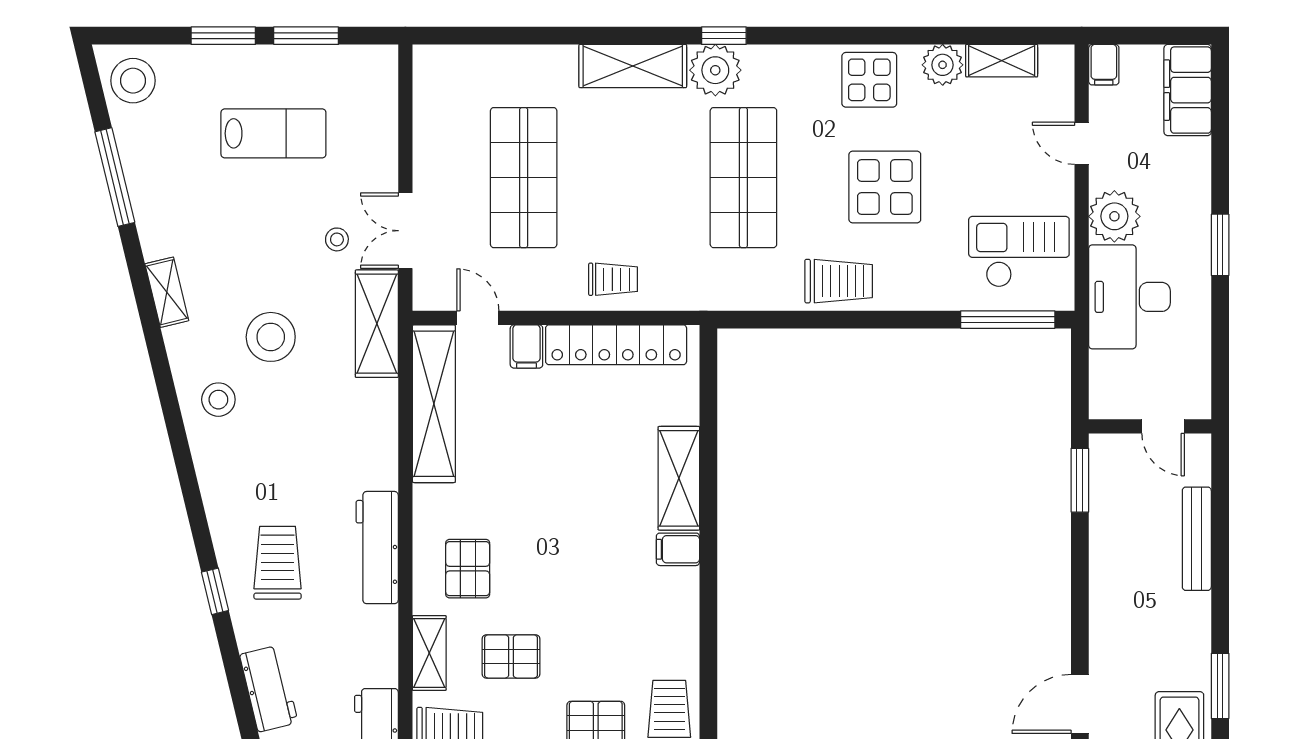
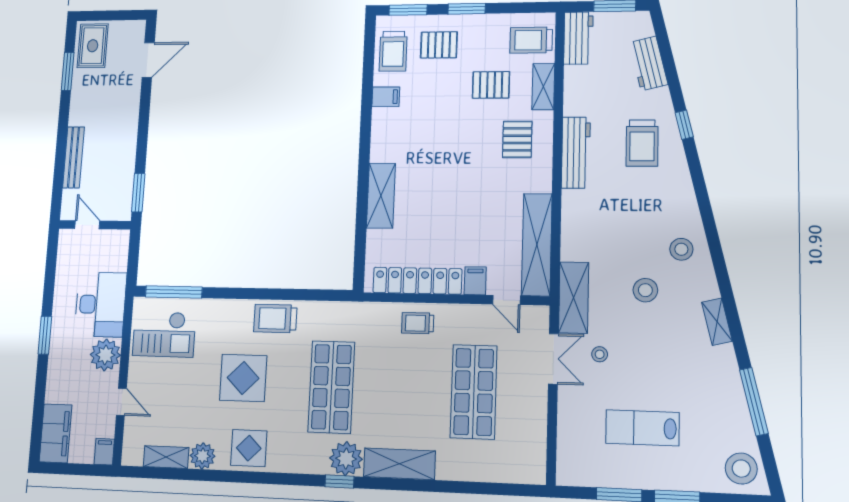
stool: (271, 337) -> (645, 290), width x0.73, depth x0.73
filing cabinet: (678, 549) -> (386, 97), moved

